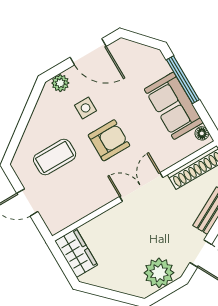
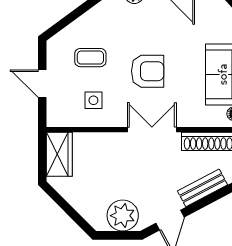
side table: (86, 108) -> (93, 100), moved
coffee table: (55, 157) -> (90, 58), width x0.73, depth x0.77

